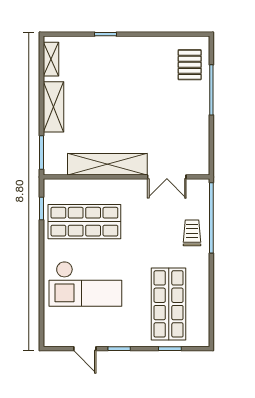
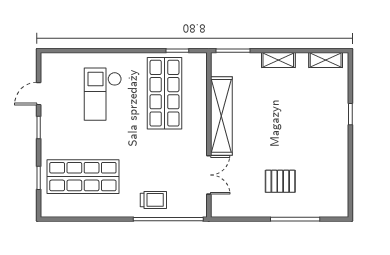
pallet: (190, 65) -> (280, 181), moved
shelving: (53, 107) -> (278, 60), width x0.67, depth x0.75
double door: (167, 177) -> (209, 175), swing flipped
checkout: (85, 284) -> (103, 94), width x0.73, depth x0.83

